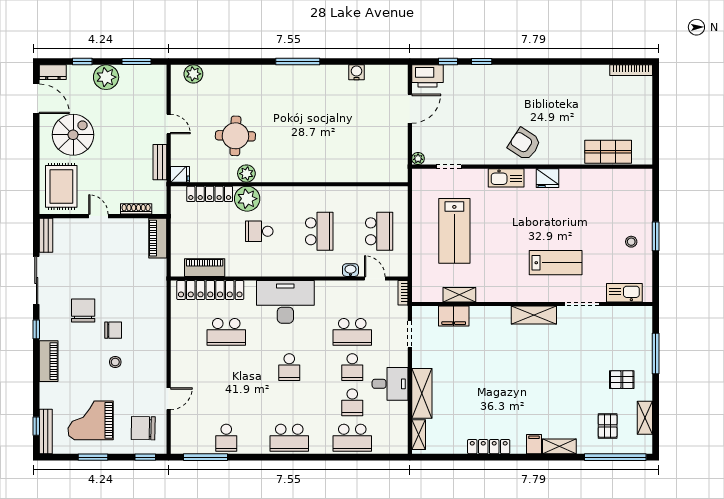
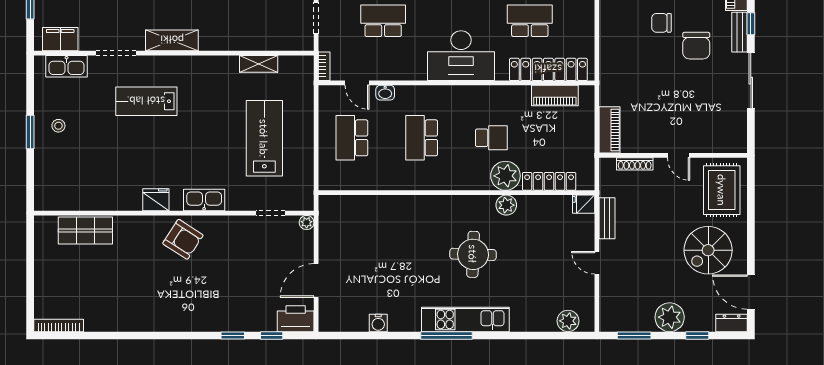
kitchen unit: (282, 75) -> (465, 319), added
round table: (235, 136) -> (473, 254), moved
bench: (46, 235) -> (740, 32), moved
filing cabinet: (454, 316) -> (60, 39), moved

